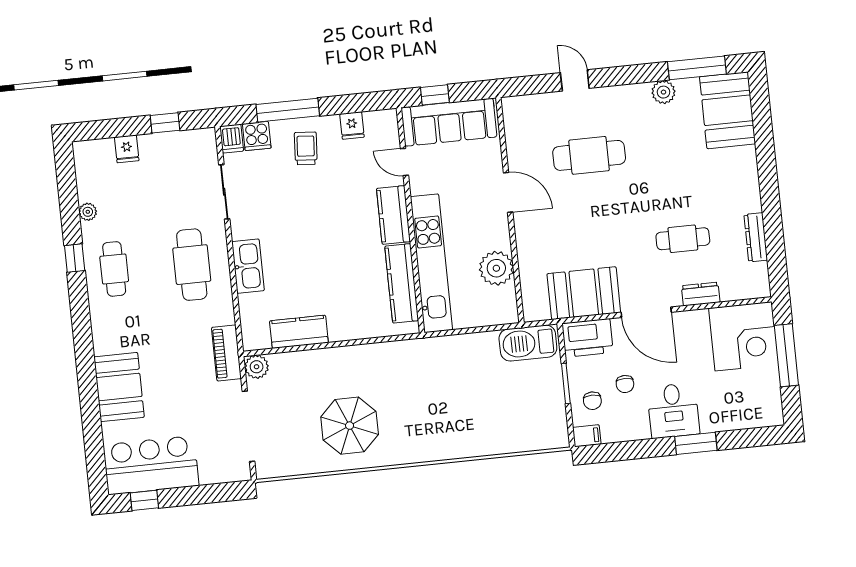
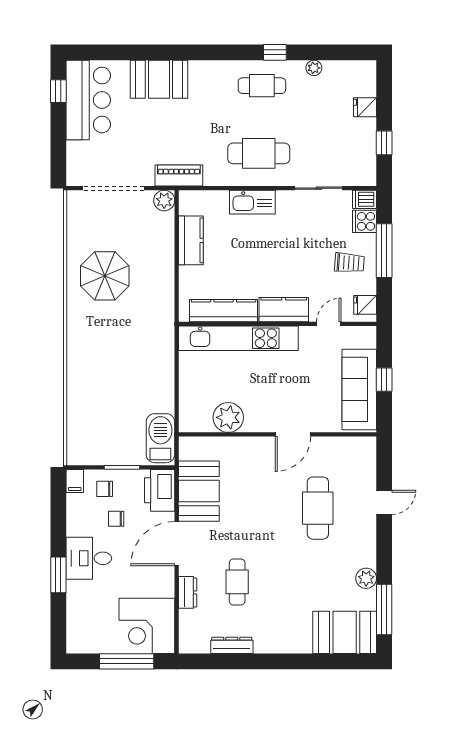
door: (404, 162) -> (329, 324), moved
kitchen counter: (393, 215) -> (284, 310), moved
wall: (410, 220) -> (277, 324), moved
kitchen unit: (431, 263) -> (238, 338), moved
kitchen counter: (402, 283) -> (224, 311), moved

